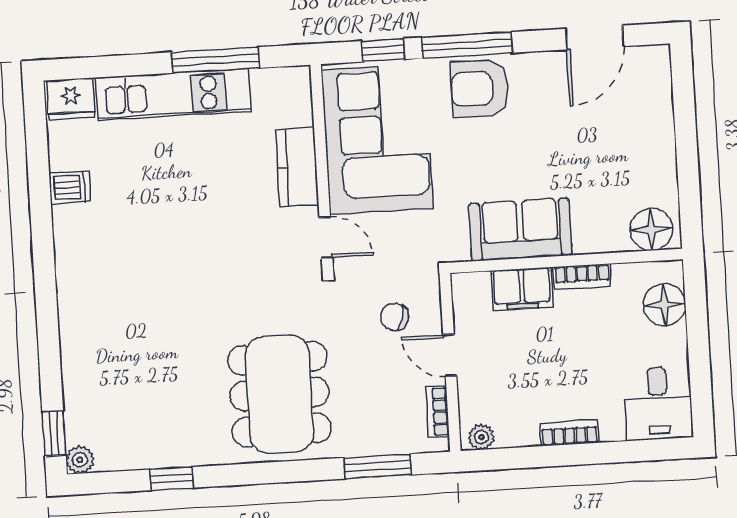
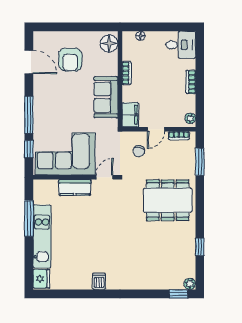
armchair: (480, 88) -> (70, 60), moved
dishwasher: (70, 187) -> (99, 281), moved
filing cabinet: (522, 289) -> (130, 115), moved
floor lamp: (664, 305) -> (140, 36), width x0.53, depth x0.53

